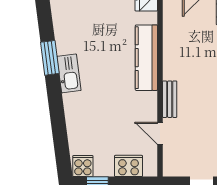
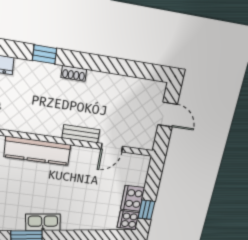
cooker: (129, 166) -> (133, 198), moved

